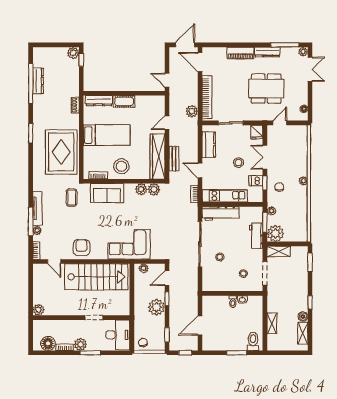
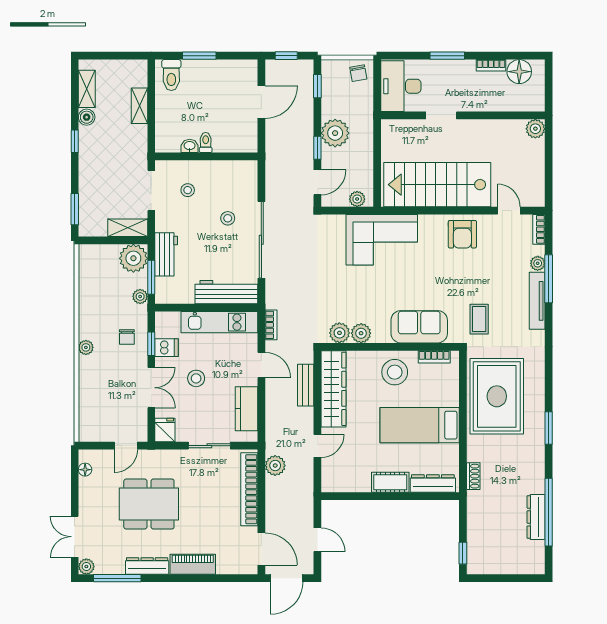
plant: (73, 53) -> (477, 564), removed
door: (167, 80) -> (317, 540), moved
plant: (80, 344) -> (464, 70), removed

